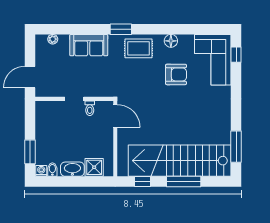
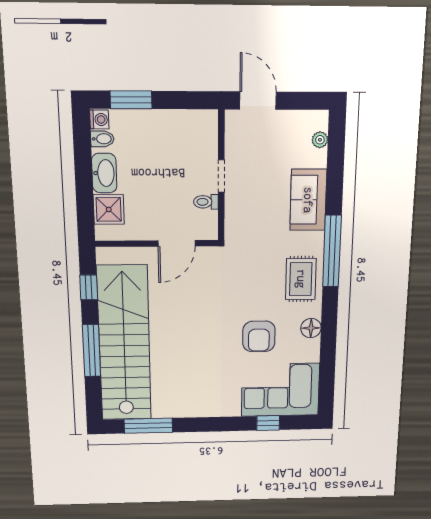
window: (121, 29) -> (332, 251), width x2.11
window: (236, 55) -> (268, 423), moved
door: (115, 116) -> (177, 243), moved

